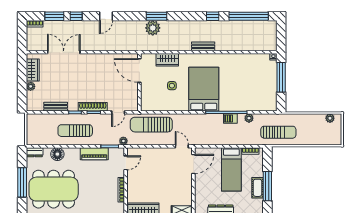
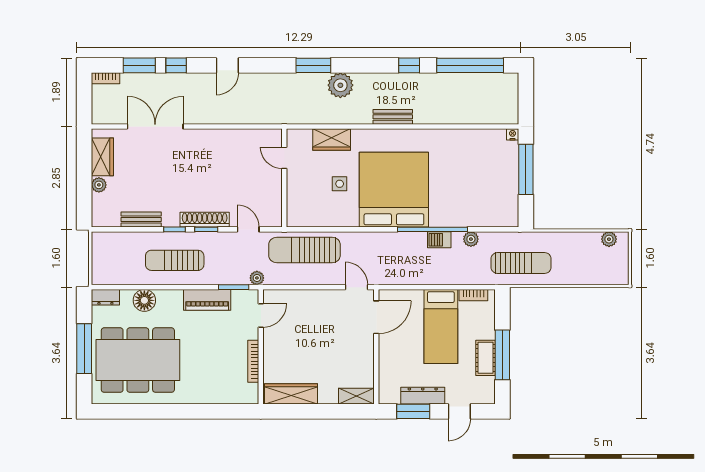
plant: (153, 28) -> (340, 85), moved
door: (139, 70) -> (284, 158), width x0.53
bed: (204, 89) -> (394, 190), width x1.36
door: (118, 112) -> (248, 229), swing flipped

